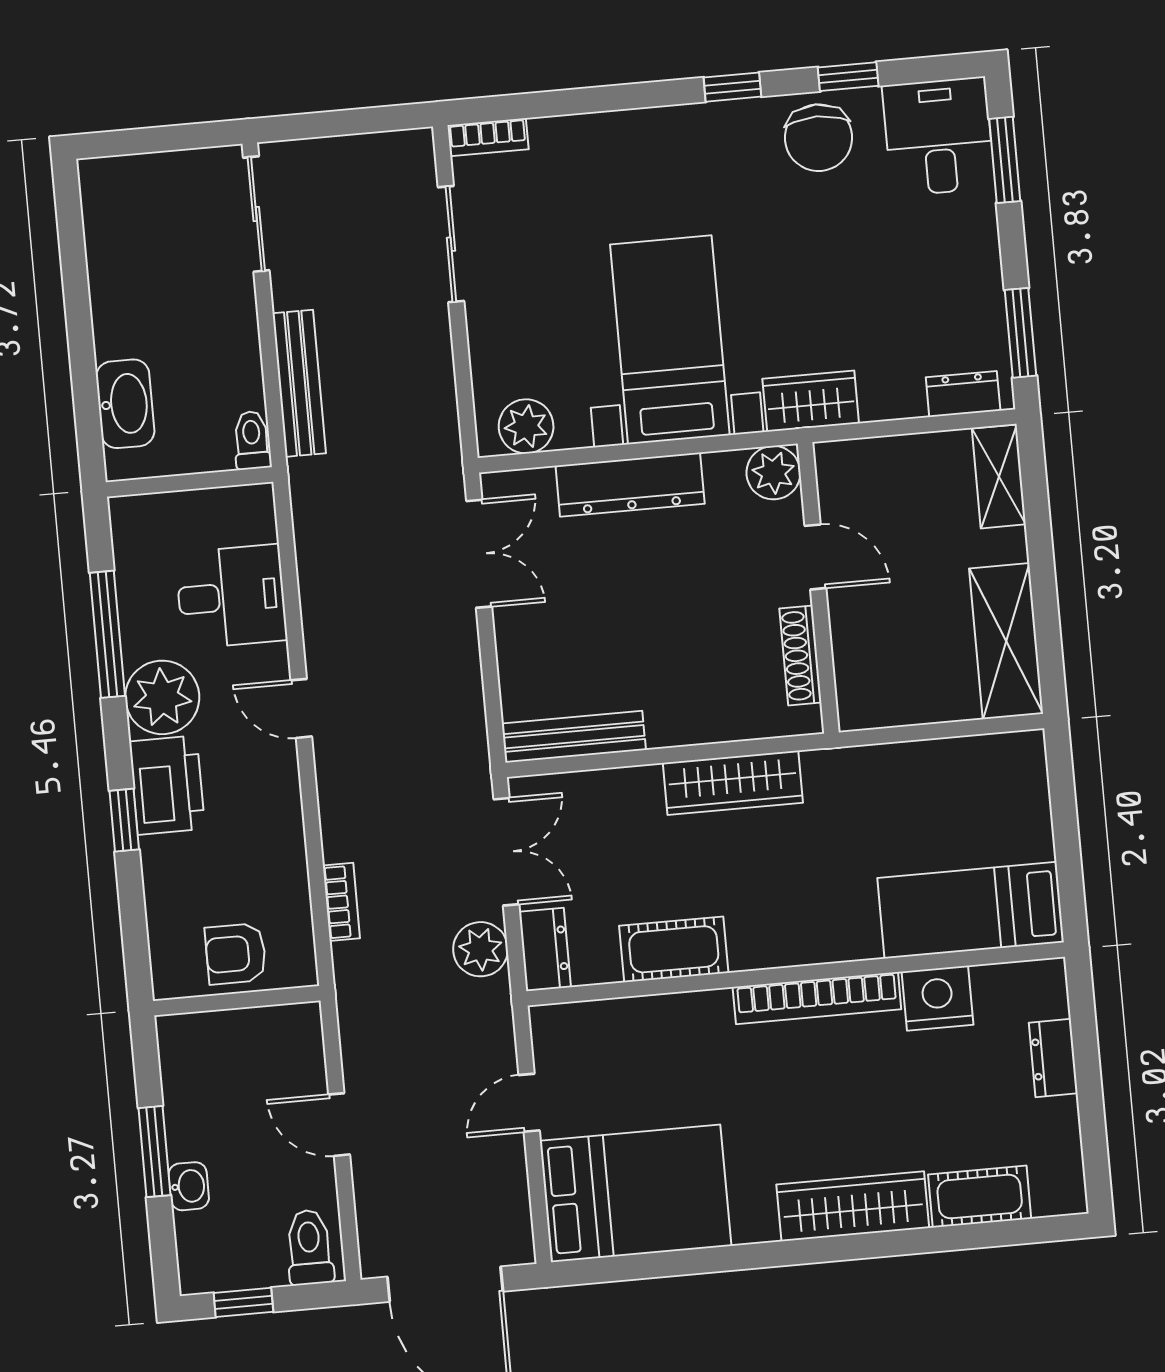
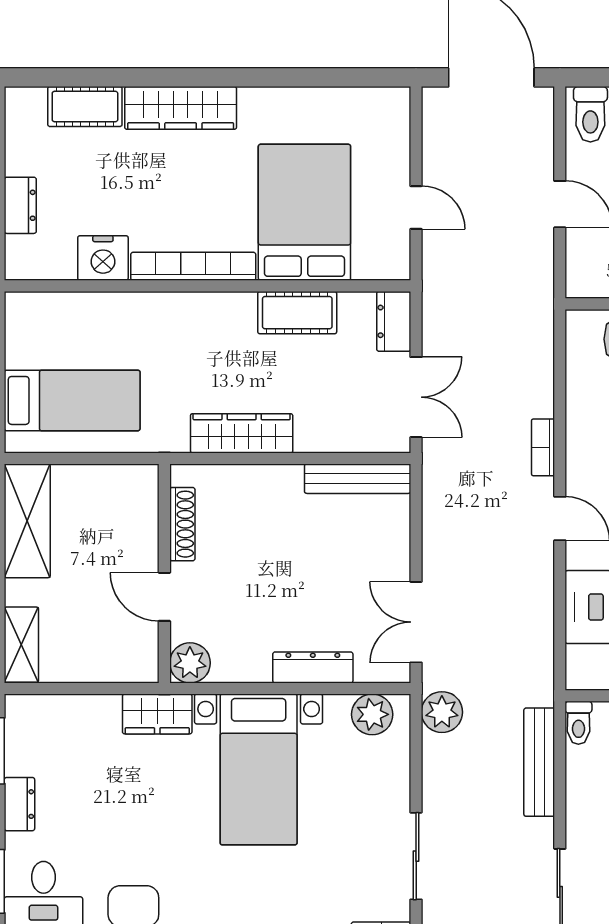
dresser: (963, 394) -> (19, 804), moved, turned -90
dresser: (630, 485) -> (313, 667), width x0.73, depth x0.80
double door: (506, 852) -> (416, 397), swing flipped
bookcase: (341, 902) -> (543, 447), moved
bed: (971, 910) -> (72, 400), moved
plant: (481, 949) -> (442, 712), moved
door: (529, 1103) -> (416, 207), hinge flipped
bed: (636, 1193) -> (304, 212), moved, turned 90

